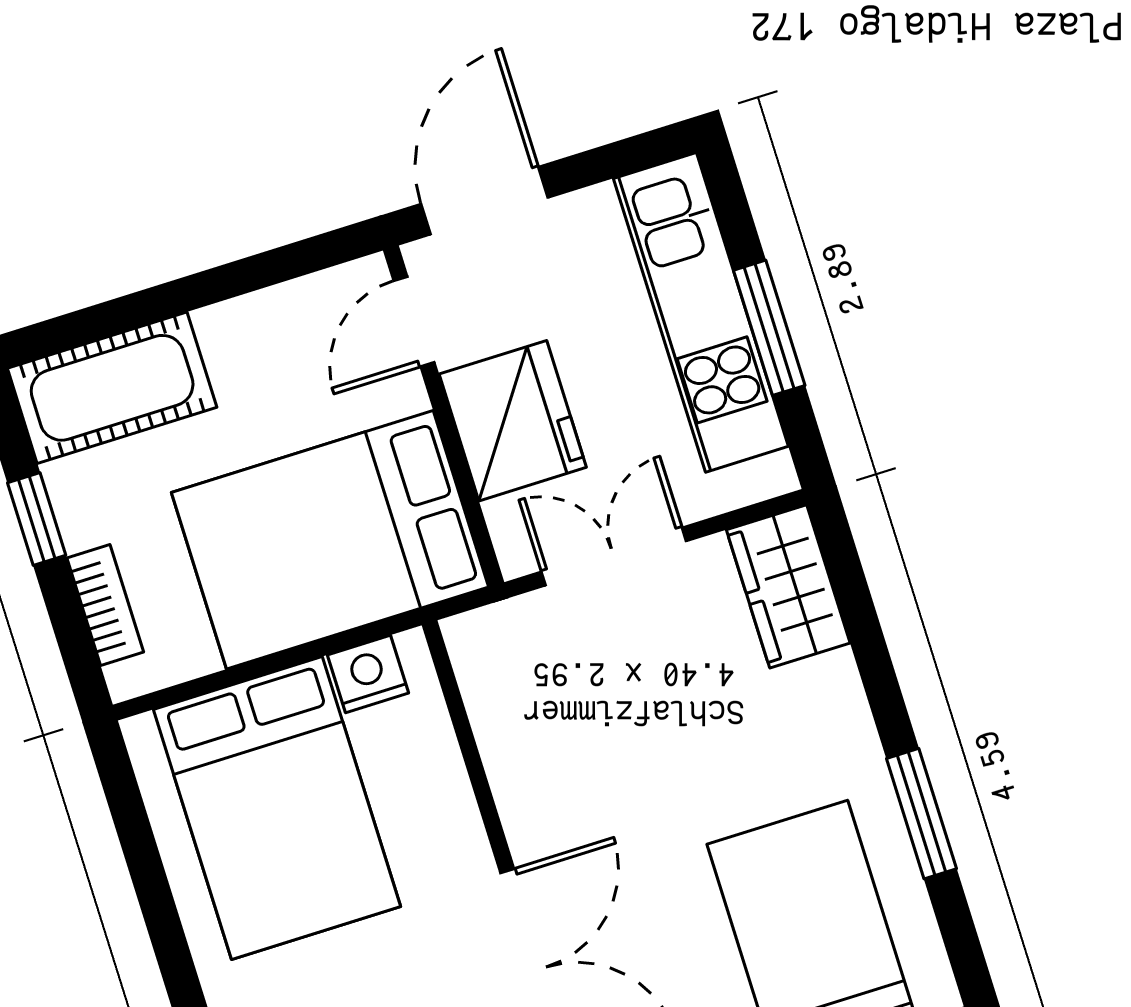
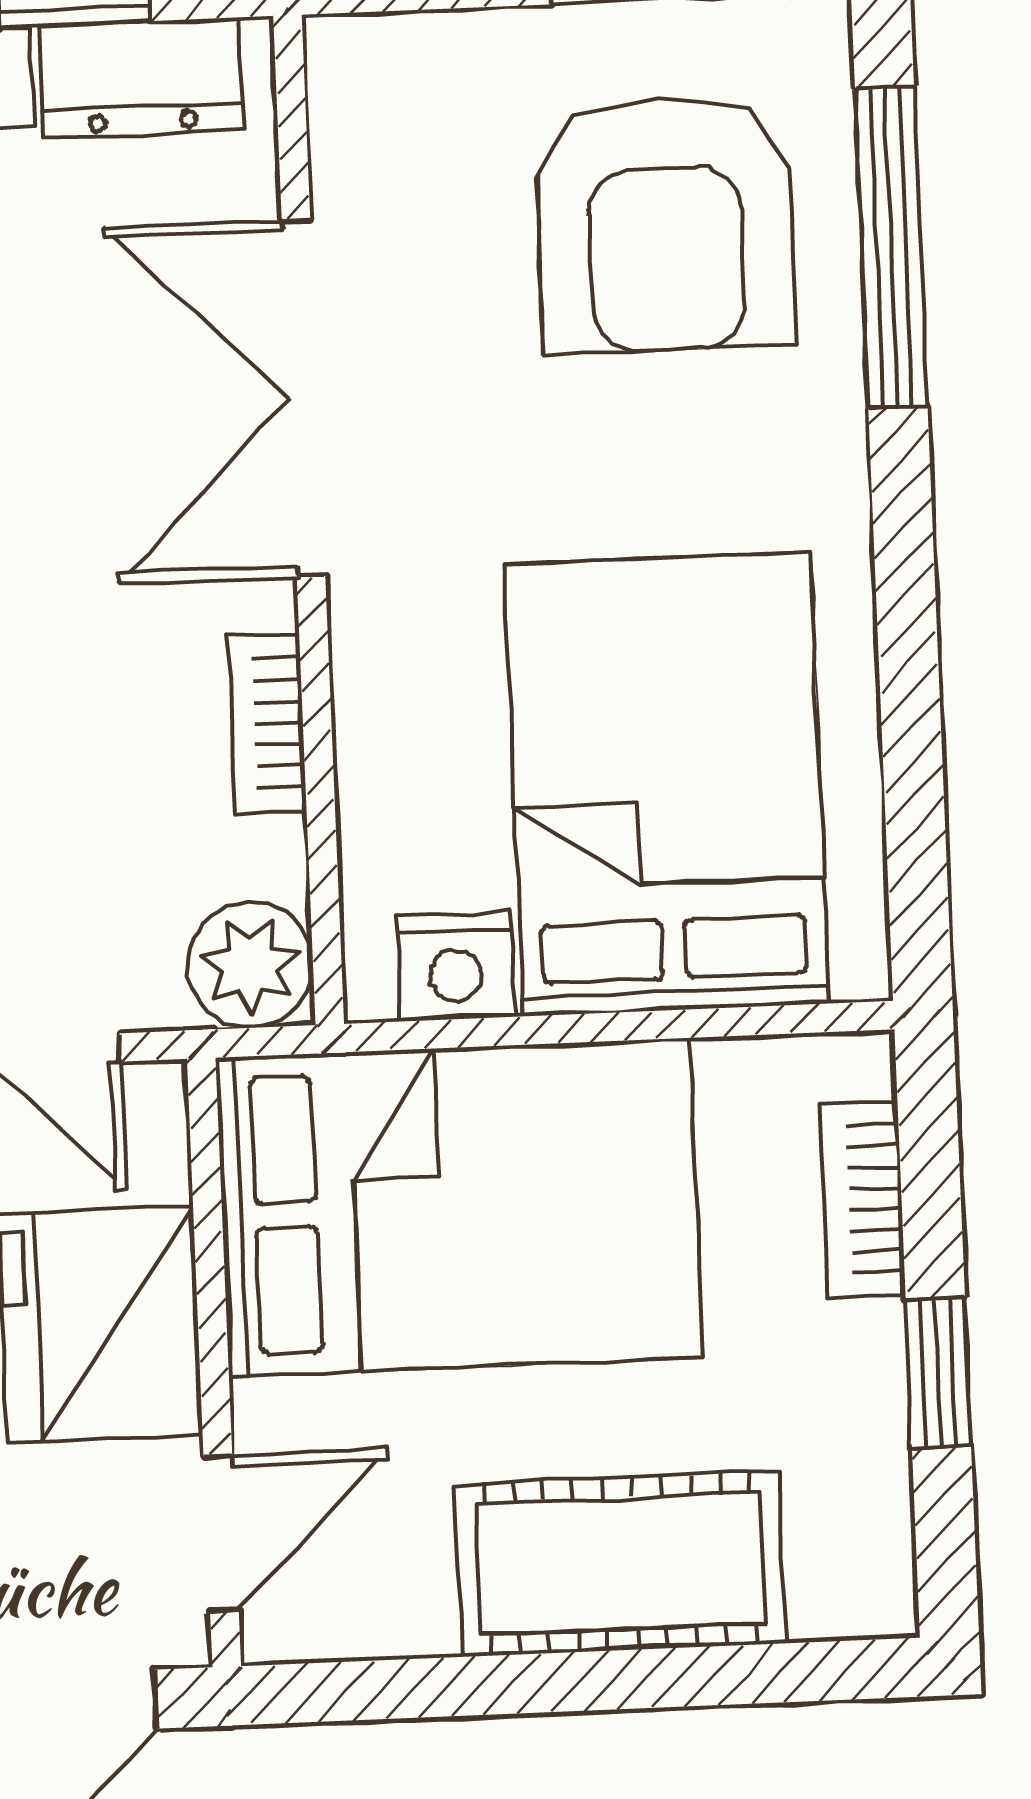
cot: (112, 388) -> (620, 1564), moved
plant: (483, 644) -> (250, 965), added
bookcase: (510, 782) -> (267, 723), added

